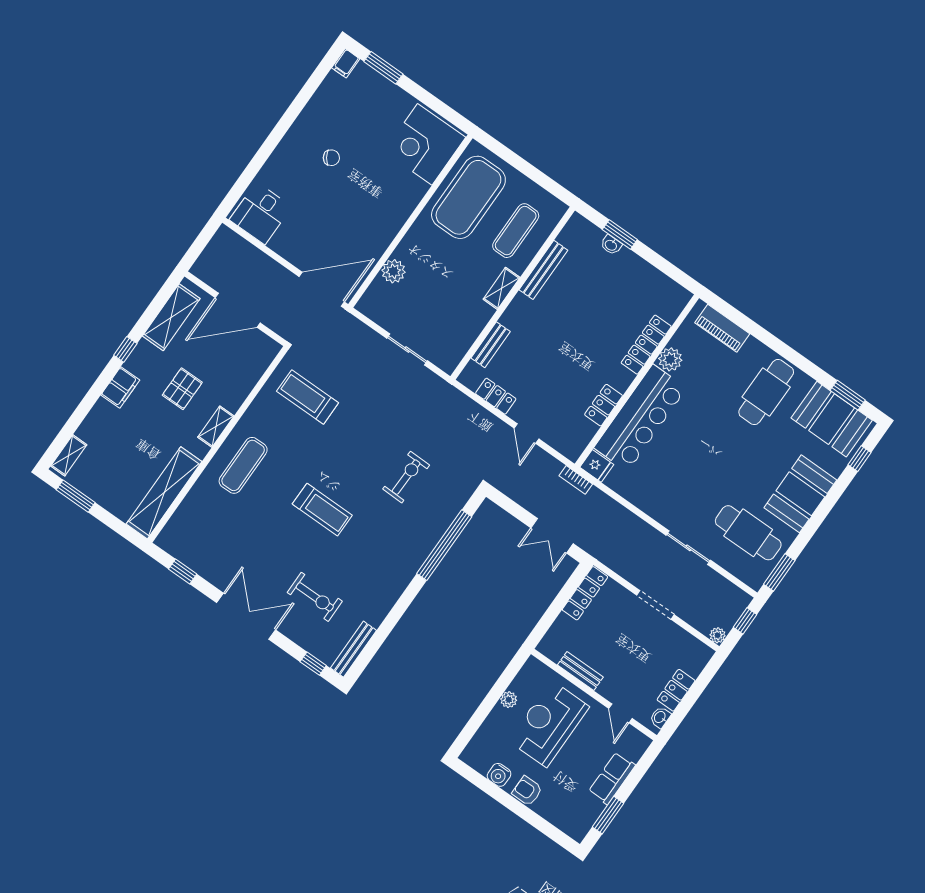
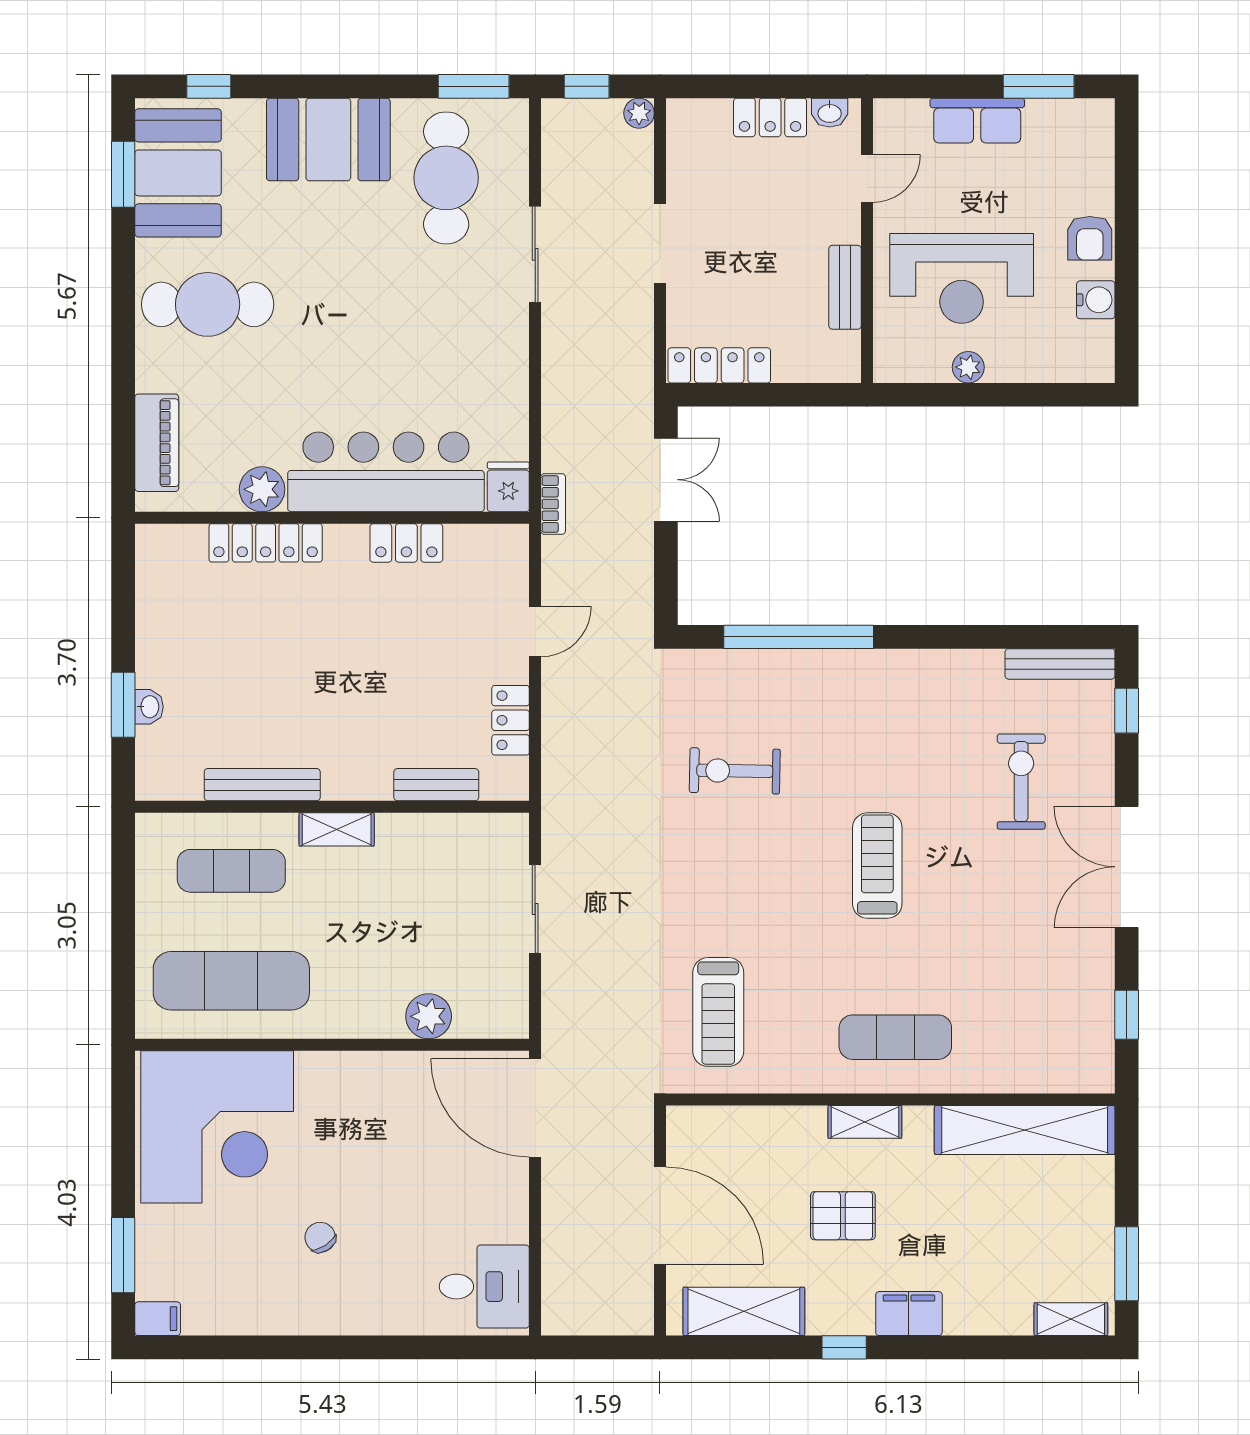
corner desk: (425, 144) -> (217, 1127), width x1.36, depth x1.36
exercise mat: (468, 197) -> (231, 981), width x0.68

